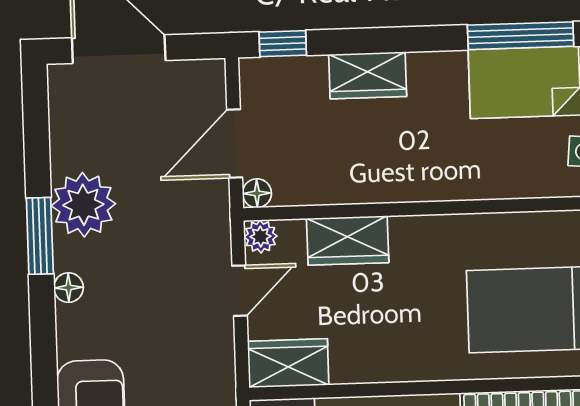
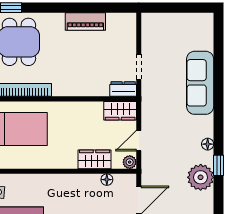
floor lamp: (257, 193) -> (107, 180), moved
window: (40, 236) -> (219, 165), width x0.67

